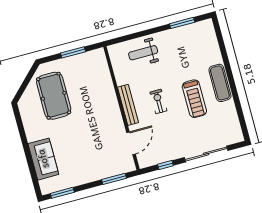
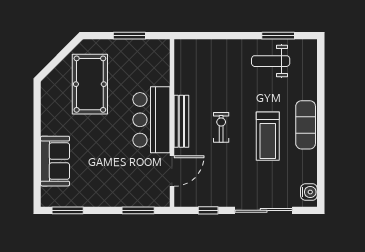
weight bench: (143, 53) -> (271, 61), moved
bar counter: (106, 110) -> (151, 120), added
water cooler: (236, 132) -> (309, 192), added

